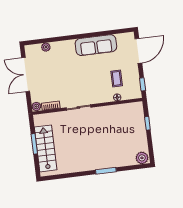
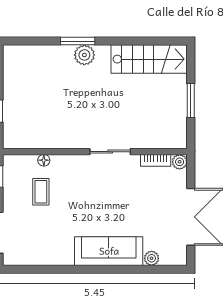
sofa: (96, 45) -> (109, 251), moved
stairs: (46, 148) -> (149, 59), moved, turned -90
plant: (142, 158) -> (84, 55), moved

